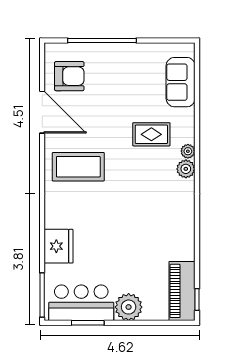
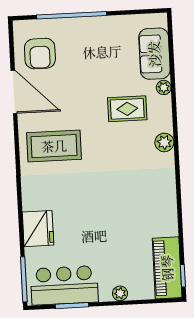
armchair: (69, 76) -> (40, 54), turned 90
plant: (188, 151) -> (164, 87), moved
plant: (129, 307) -> (120, 293), width x0.53, depth x0.53

